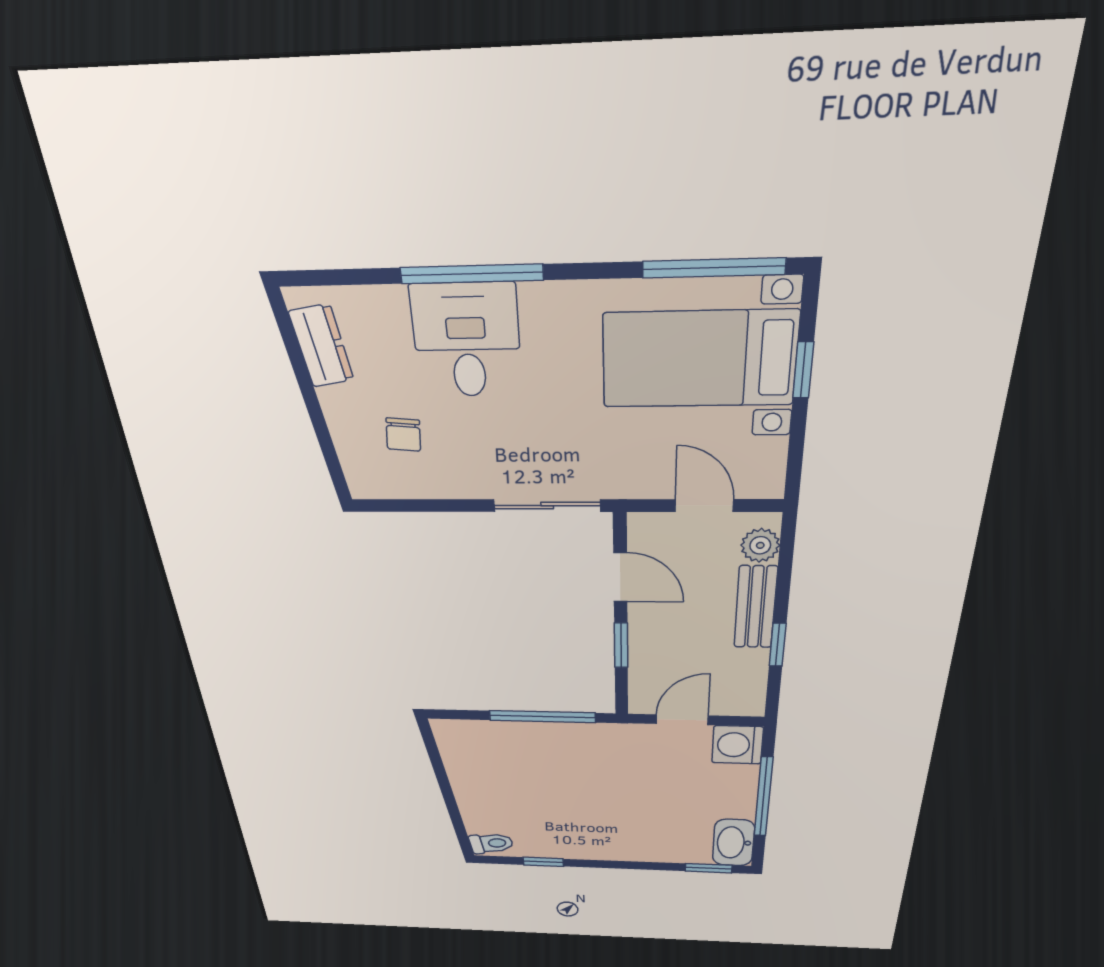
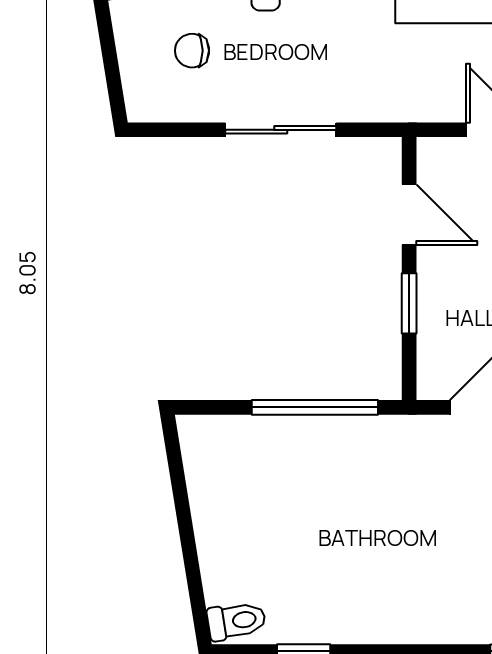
chair: (403, 435) -> (192, 51), turned 85
sliding door: (547, 506) -> (281, 130), moved

